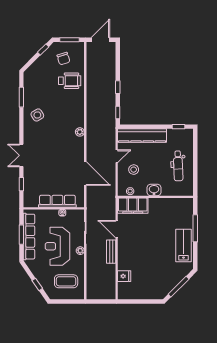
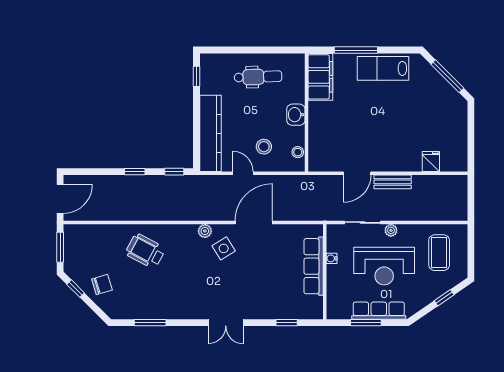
door: (100, 40) -> (60, 199), swing flipped
chair: (63, 59) -> (102, 285), moved
wheelchair: (70, 81) -> (145, 251), moved, turned -62
side table: (37, 115) -> (224, 248), moved
double door: (21, 155) -> (226, 323), moved
door: (85, 174) -> (254, 222), moved
filing cabinet: (133, 206) -> (320, 77), moved
row of seats: (29, 237) -> (379, 311), width x0.73

